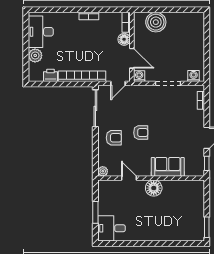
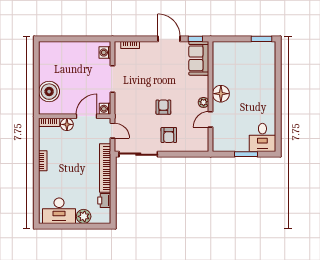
armchair: (114, 138) -> (169, 135), turned 180
sofa: (168, 167) -> (199, 58), moved
plant: (103, 171) -> (204, 102), moved

